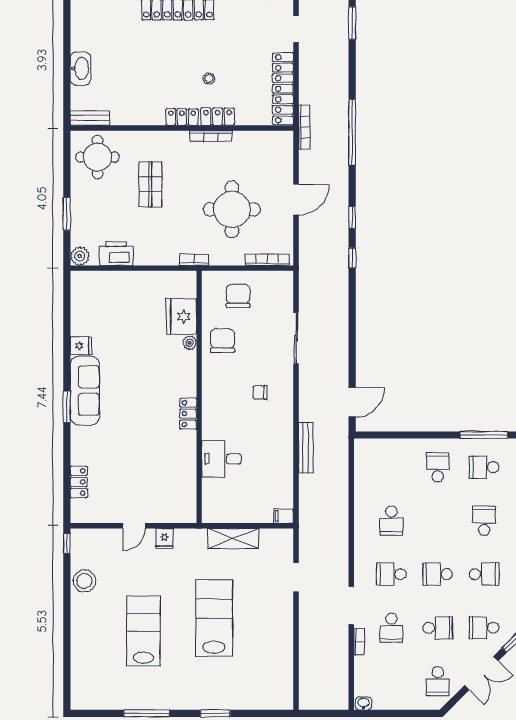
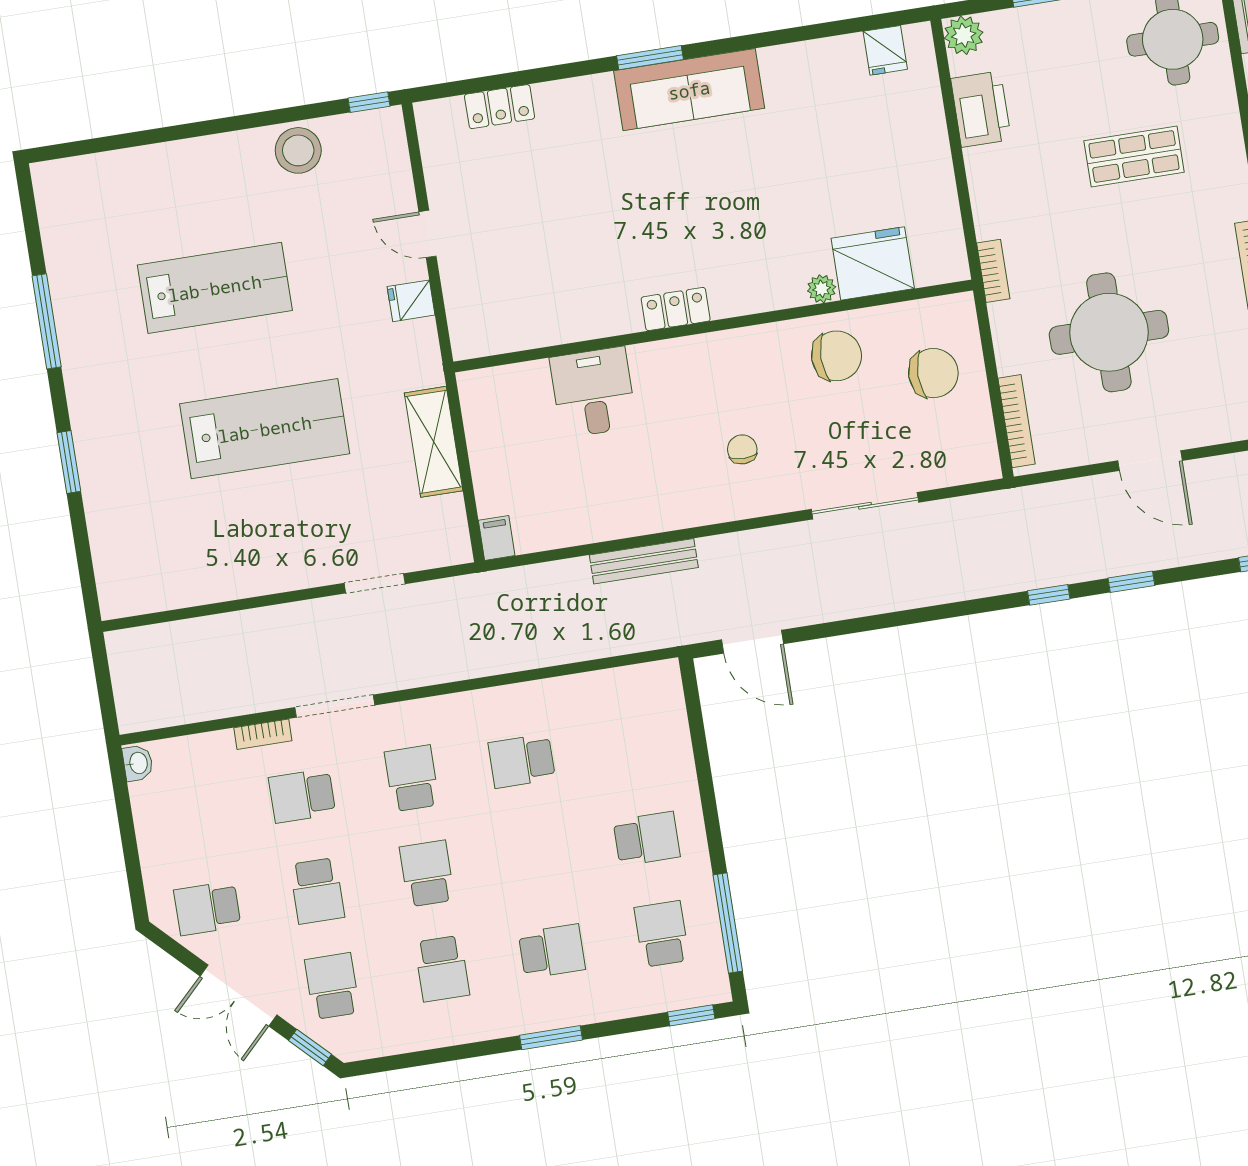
fridge: (81, 346) -> (885, 50), moved

